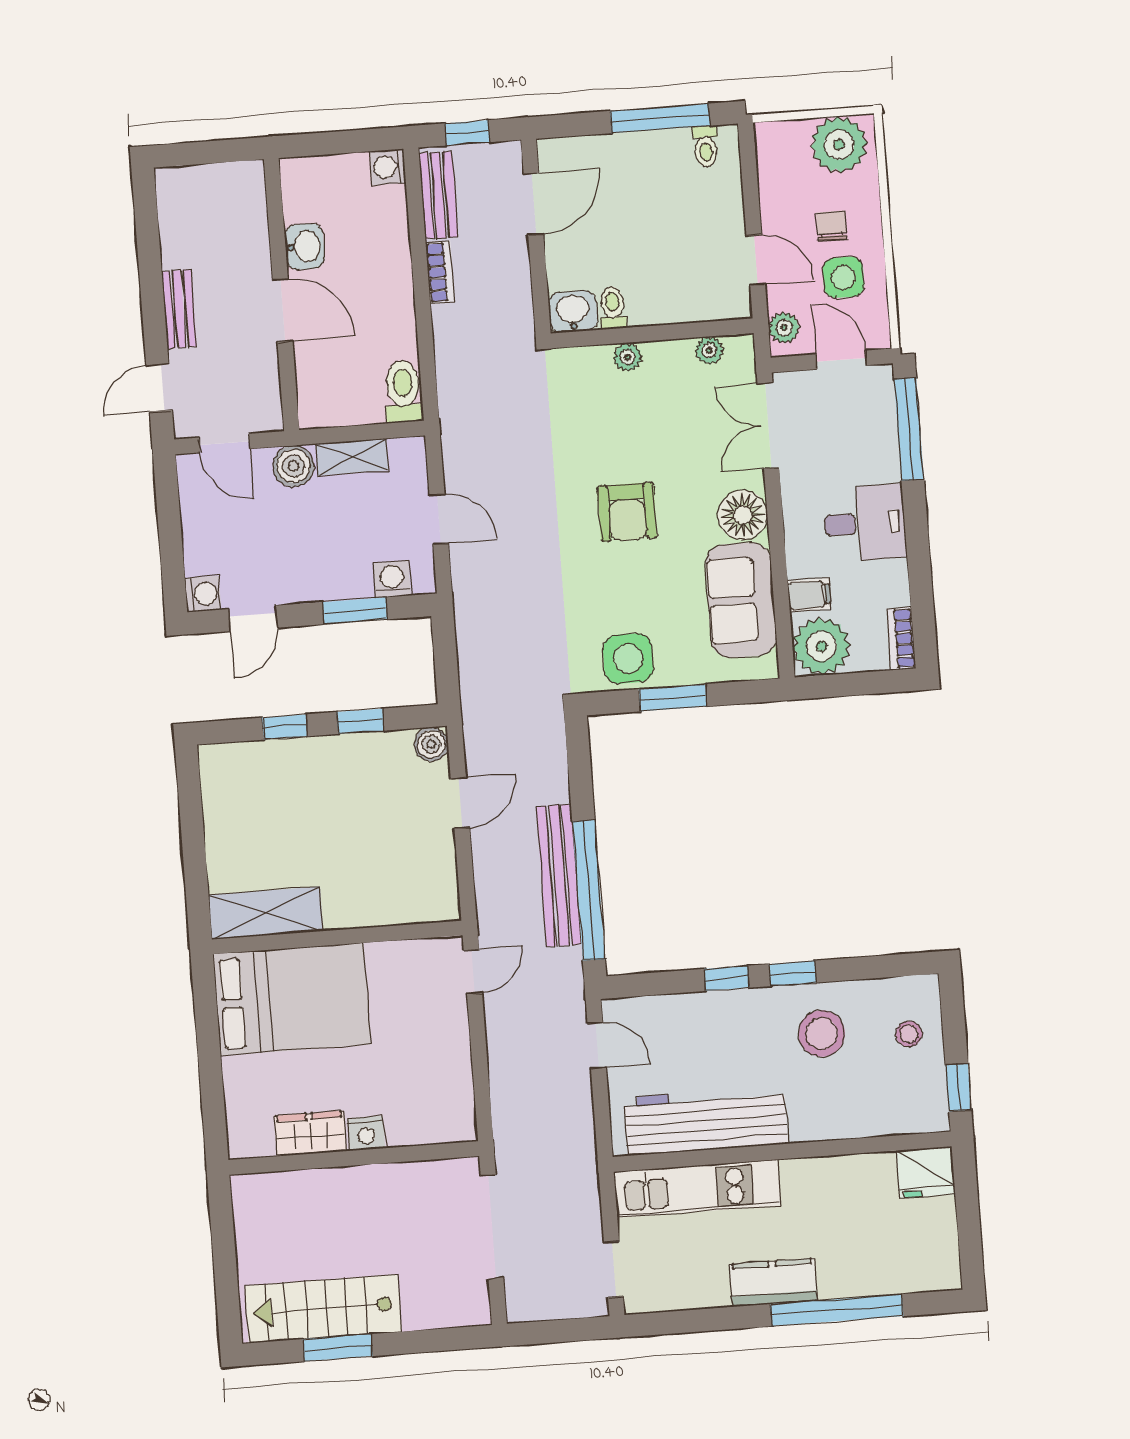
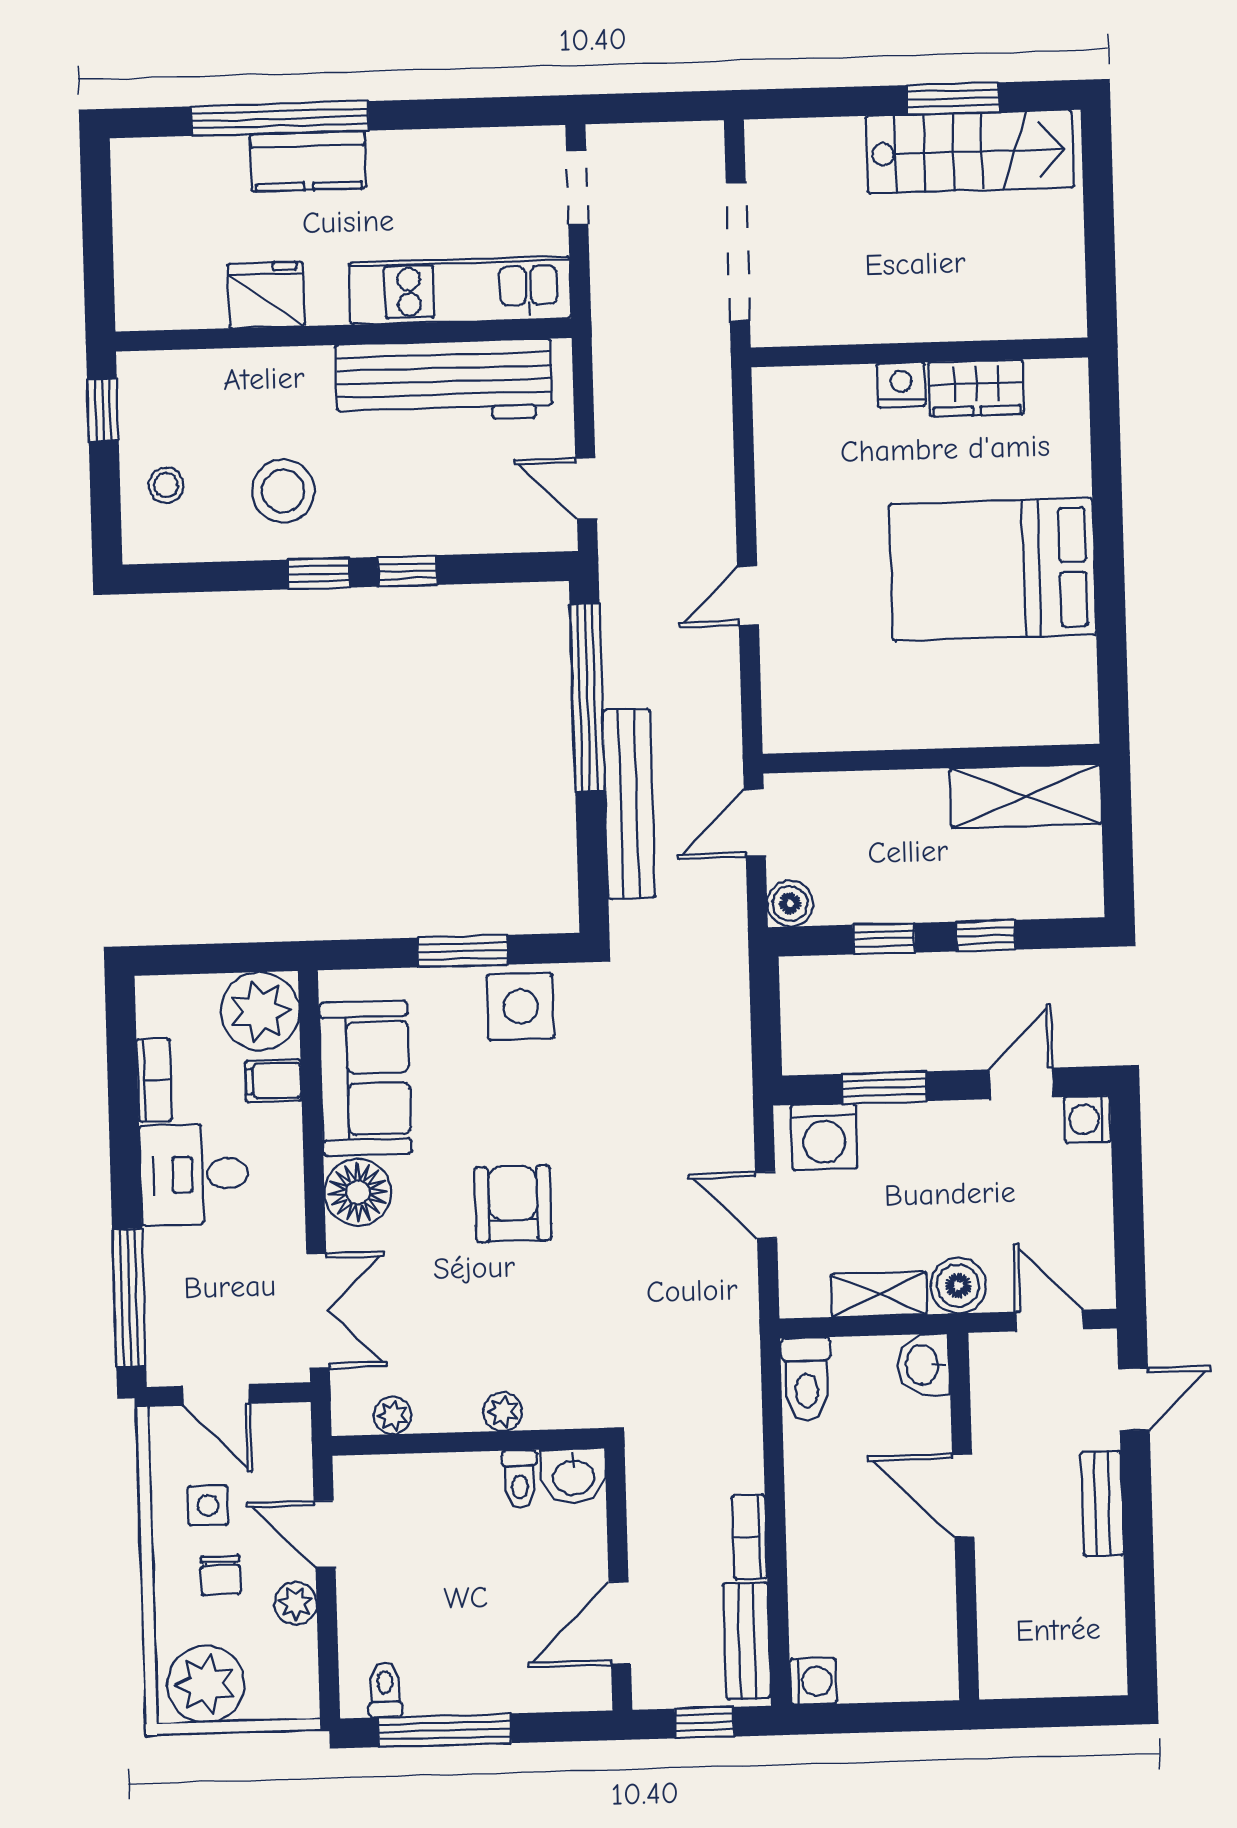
washbasin: (305, 247) -> (923, 1365), moved
side table: (843, 277) -> (208, 1505), width x0.73, depth x0.73
plant: (784, 328) -> (296, 1603), moved
washing machine: (392, 579) -> (824, 1137), width x1.38, depth x1.38
bookcase: (901, 639) -> (154, 1080), moved
bench: (559, 875) -> (629, 804), moved
shelving: (266, 913) -> (1026, 796), moved
wall: (337, 937) -> (931, 759), moved
fridge: (926, 1172) -> (266, 295), moved
kitchen counter: (773, 1282) -> (308, 161), moved

